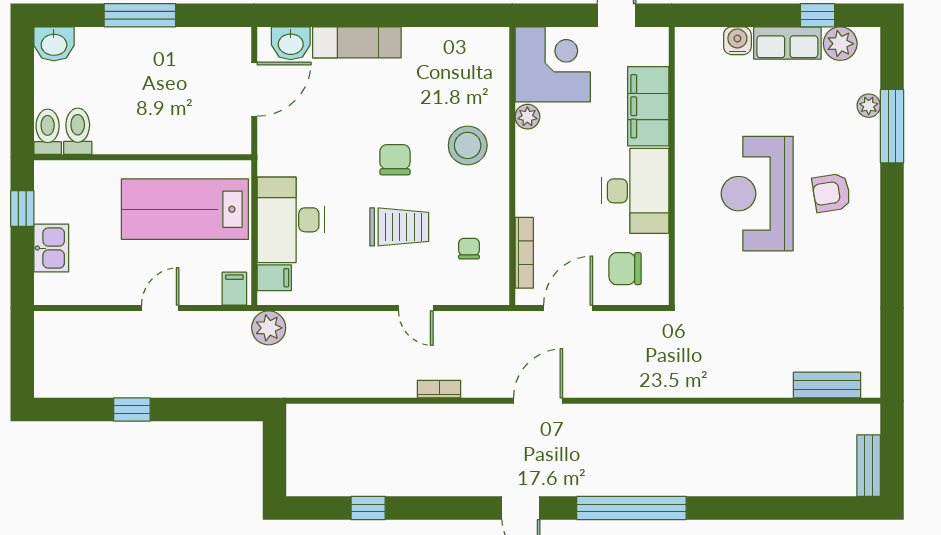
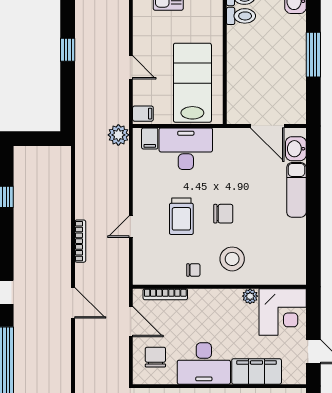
chair: (469, 249) -> (193, 270), moved
bookcase: (439, 389) -> (80, 241), width x1.56

